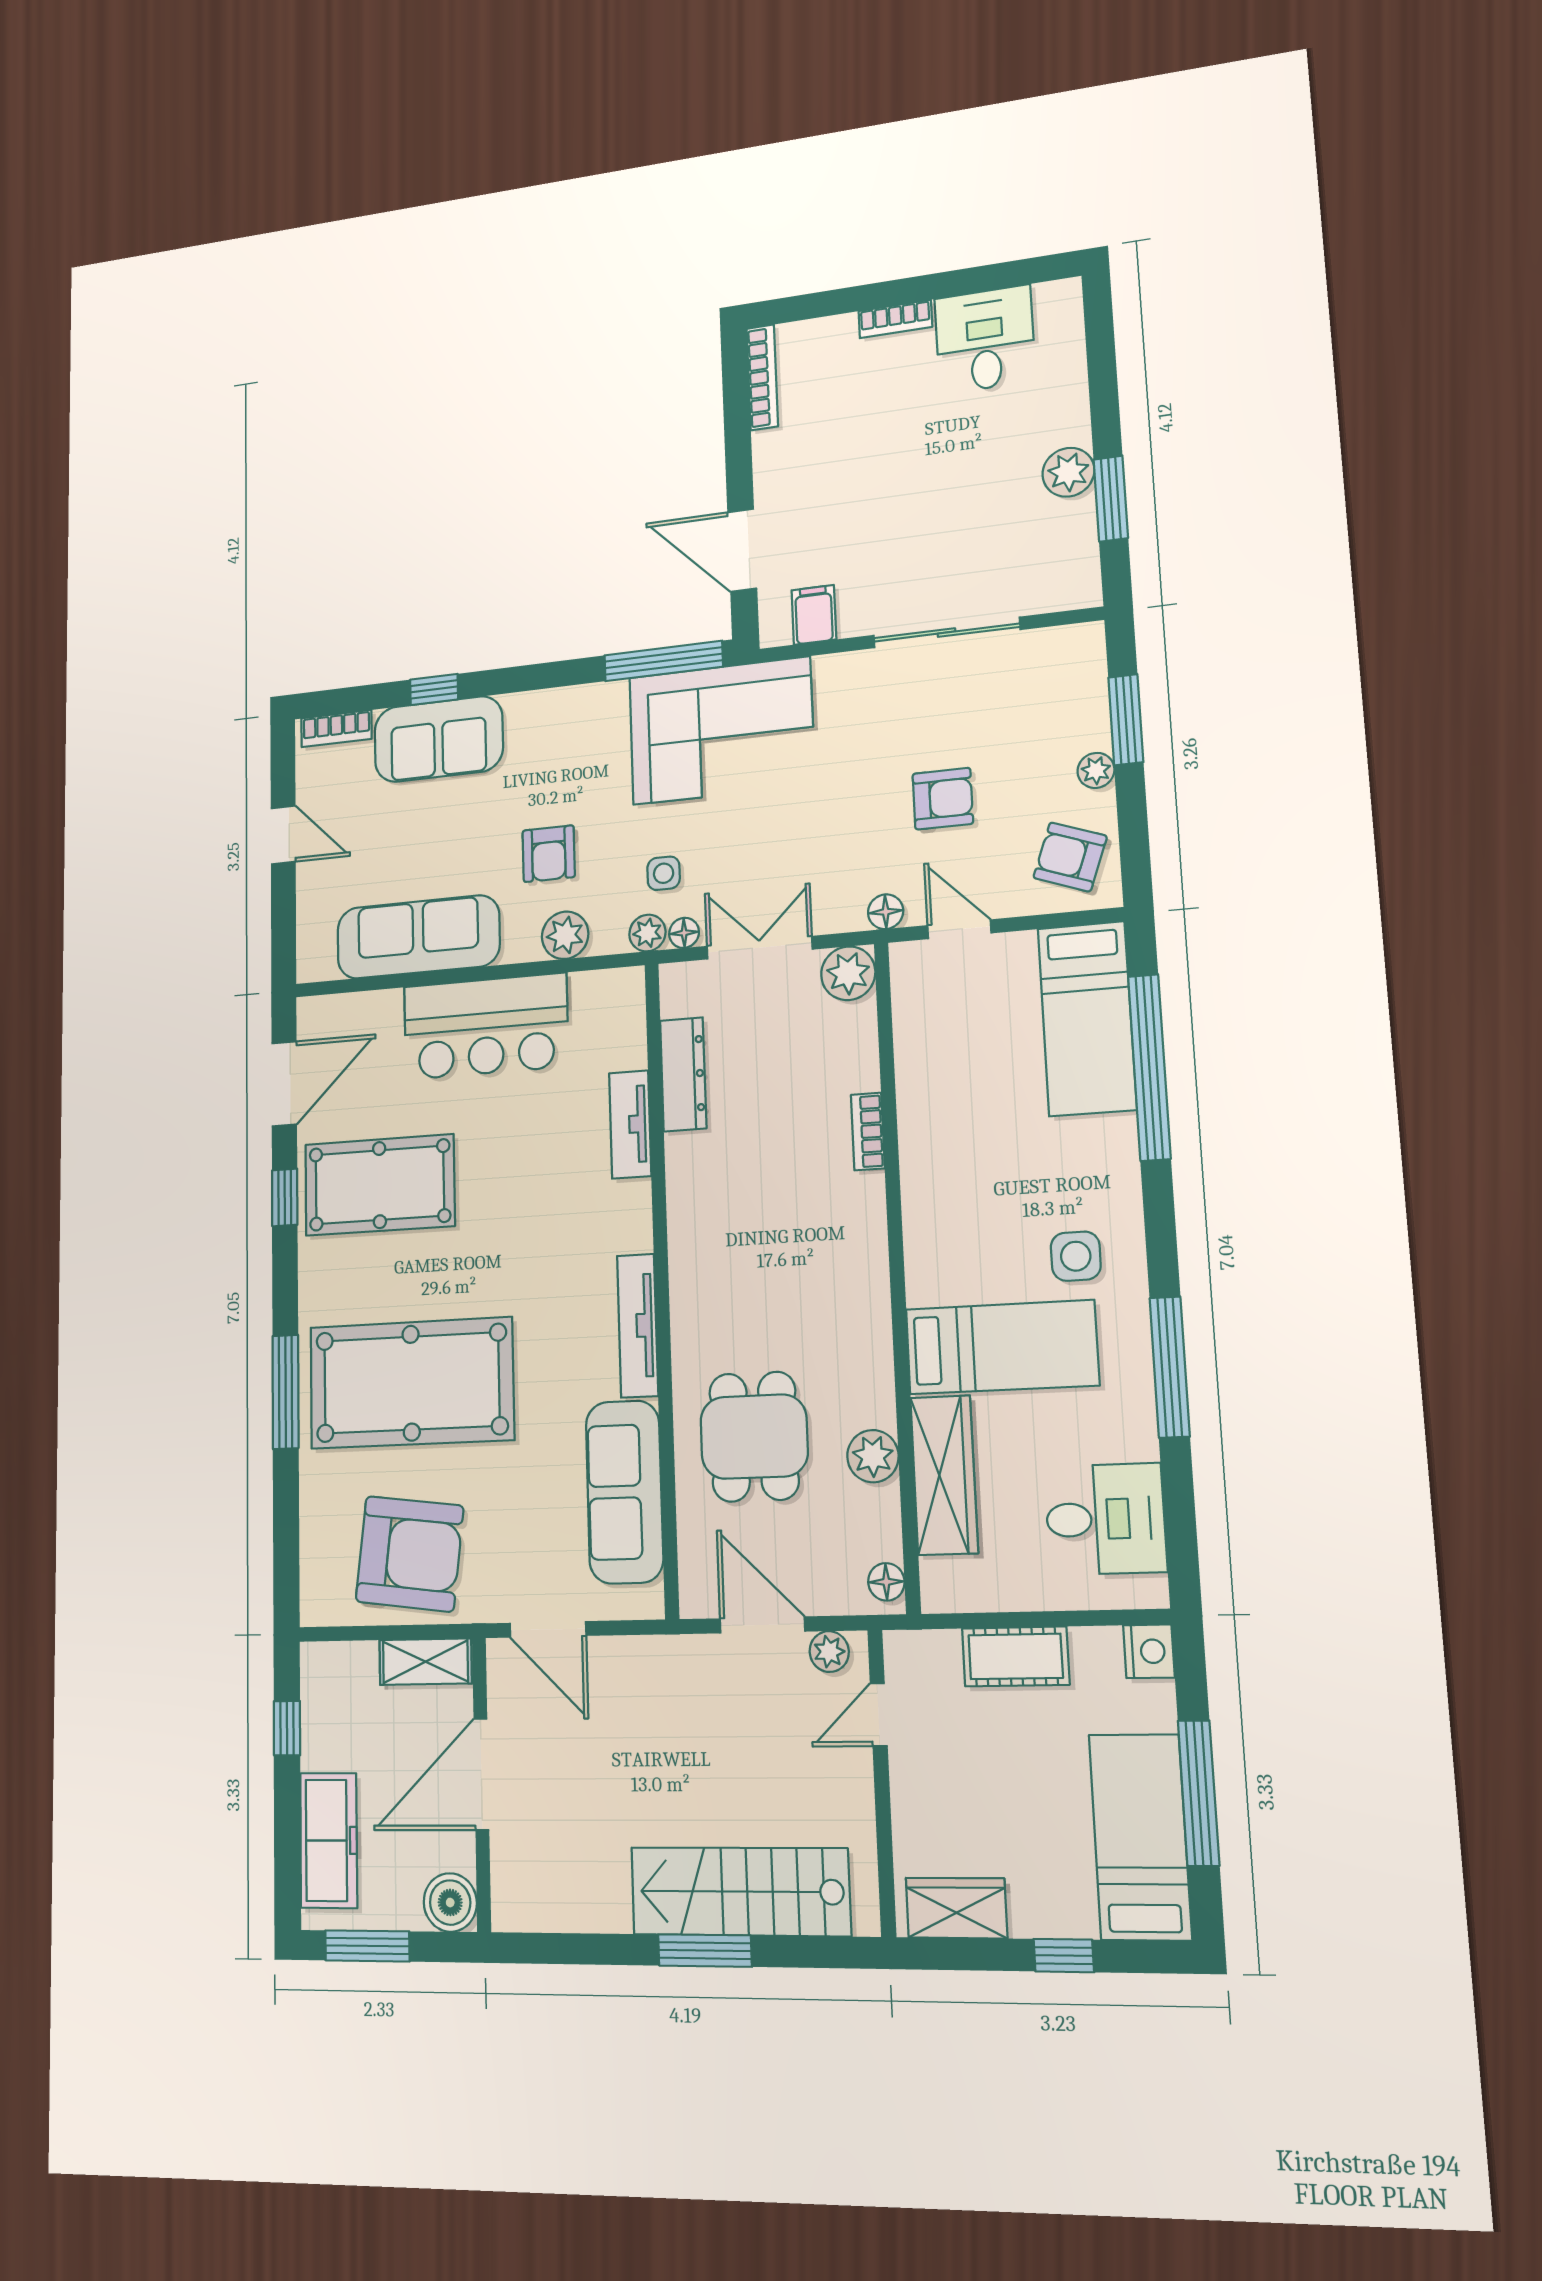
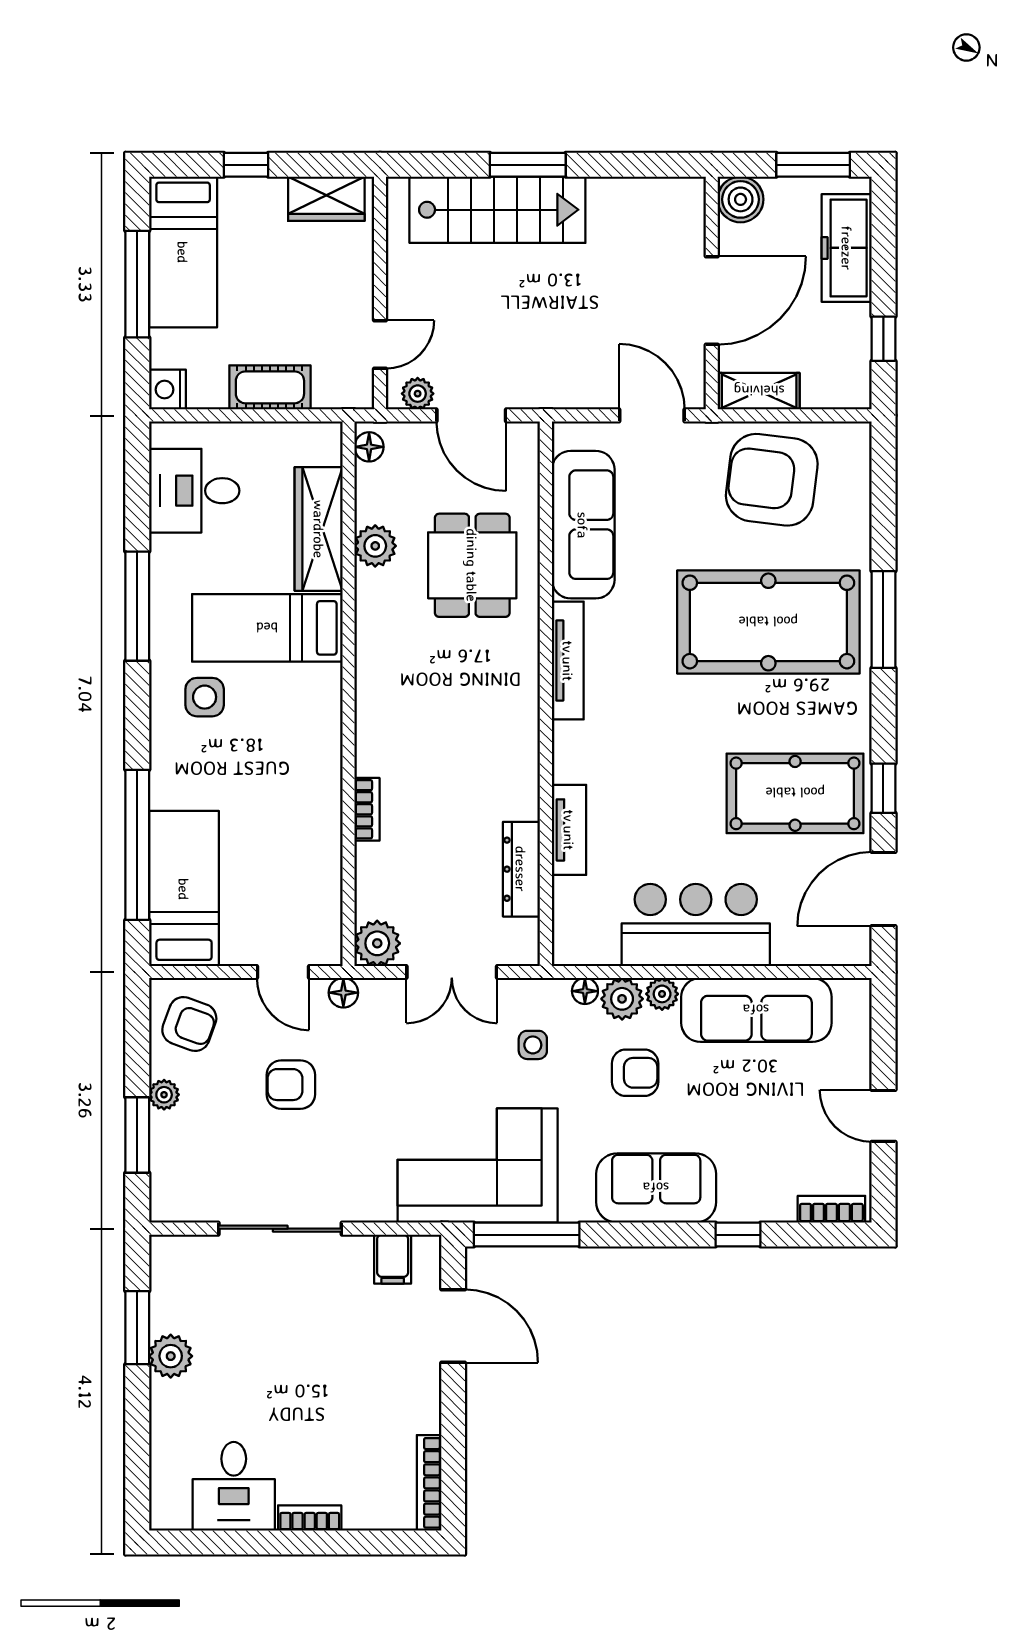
sofa: (438, 739) -> (656, 1188), moved
armchair: (549, 854) -> (635, 1073), turned 90
plant: (647, 933) -> (662, 994), moved
floor lamp: (684, 933) -> (585, 991), moved

